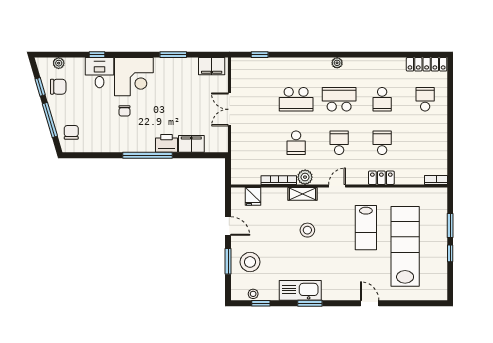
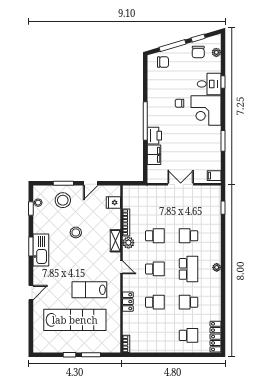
filing cabinet: (212, 66) -> (214, 176), width x0.50
school desk: (296, 99) -> (189, 236), width x0.54
school desk: (296, 143) -> (155, 236), turned 180
stool: (307, 230) -> (76, 232), moved
kitchen sink: (300, 290) -> (41, 250), moved

